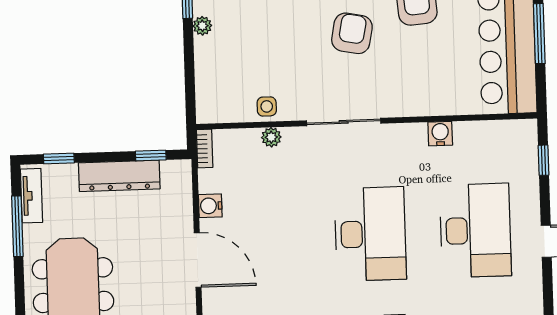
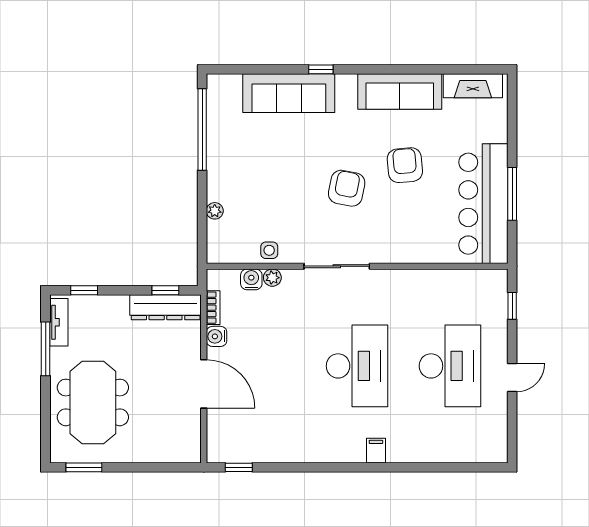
plant: (202, 26) -> (215, 211), moved
water cooler: (440, 134) -> (251, 279), moved
bookcase: (205, 149) -> (213, 308), moved
dresser: (119, 176) -> (166, 307), moved

